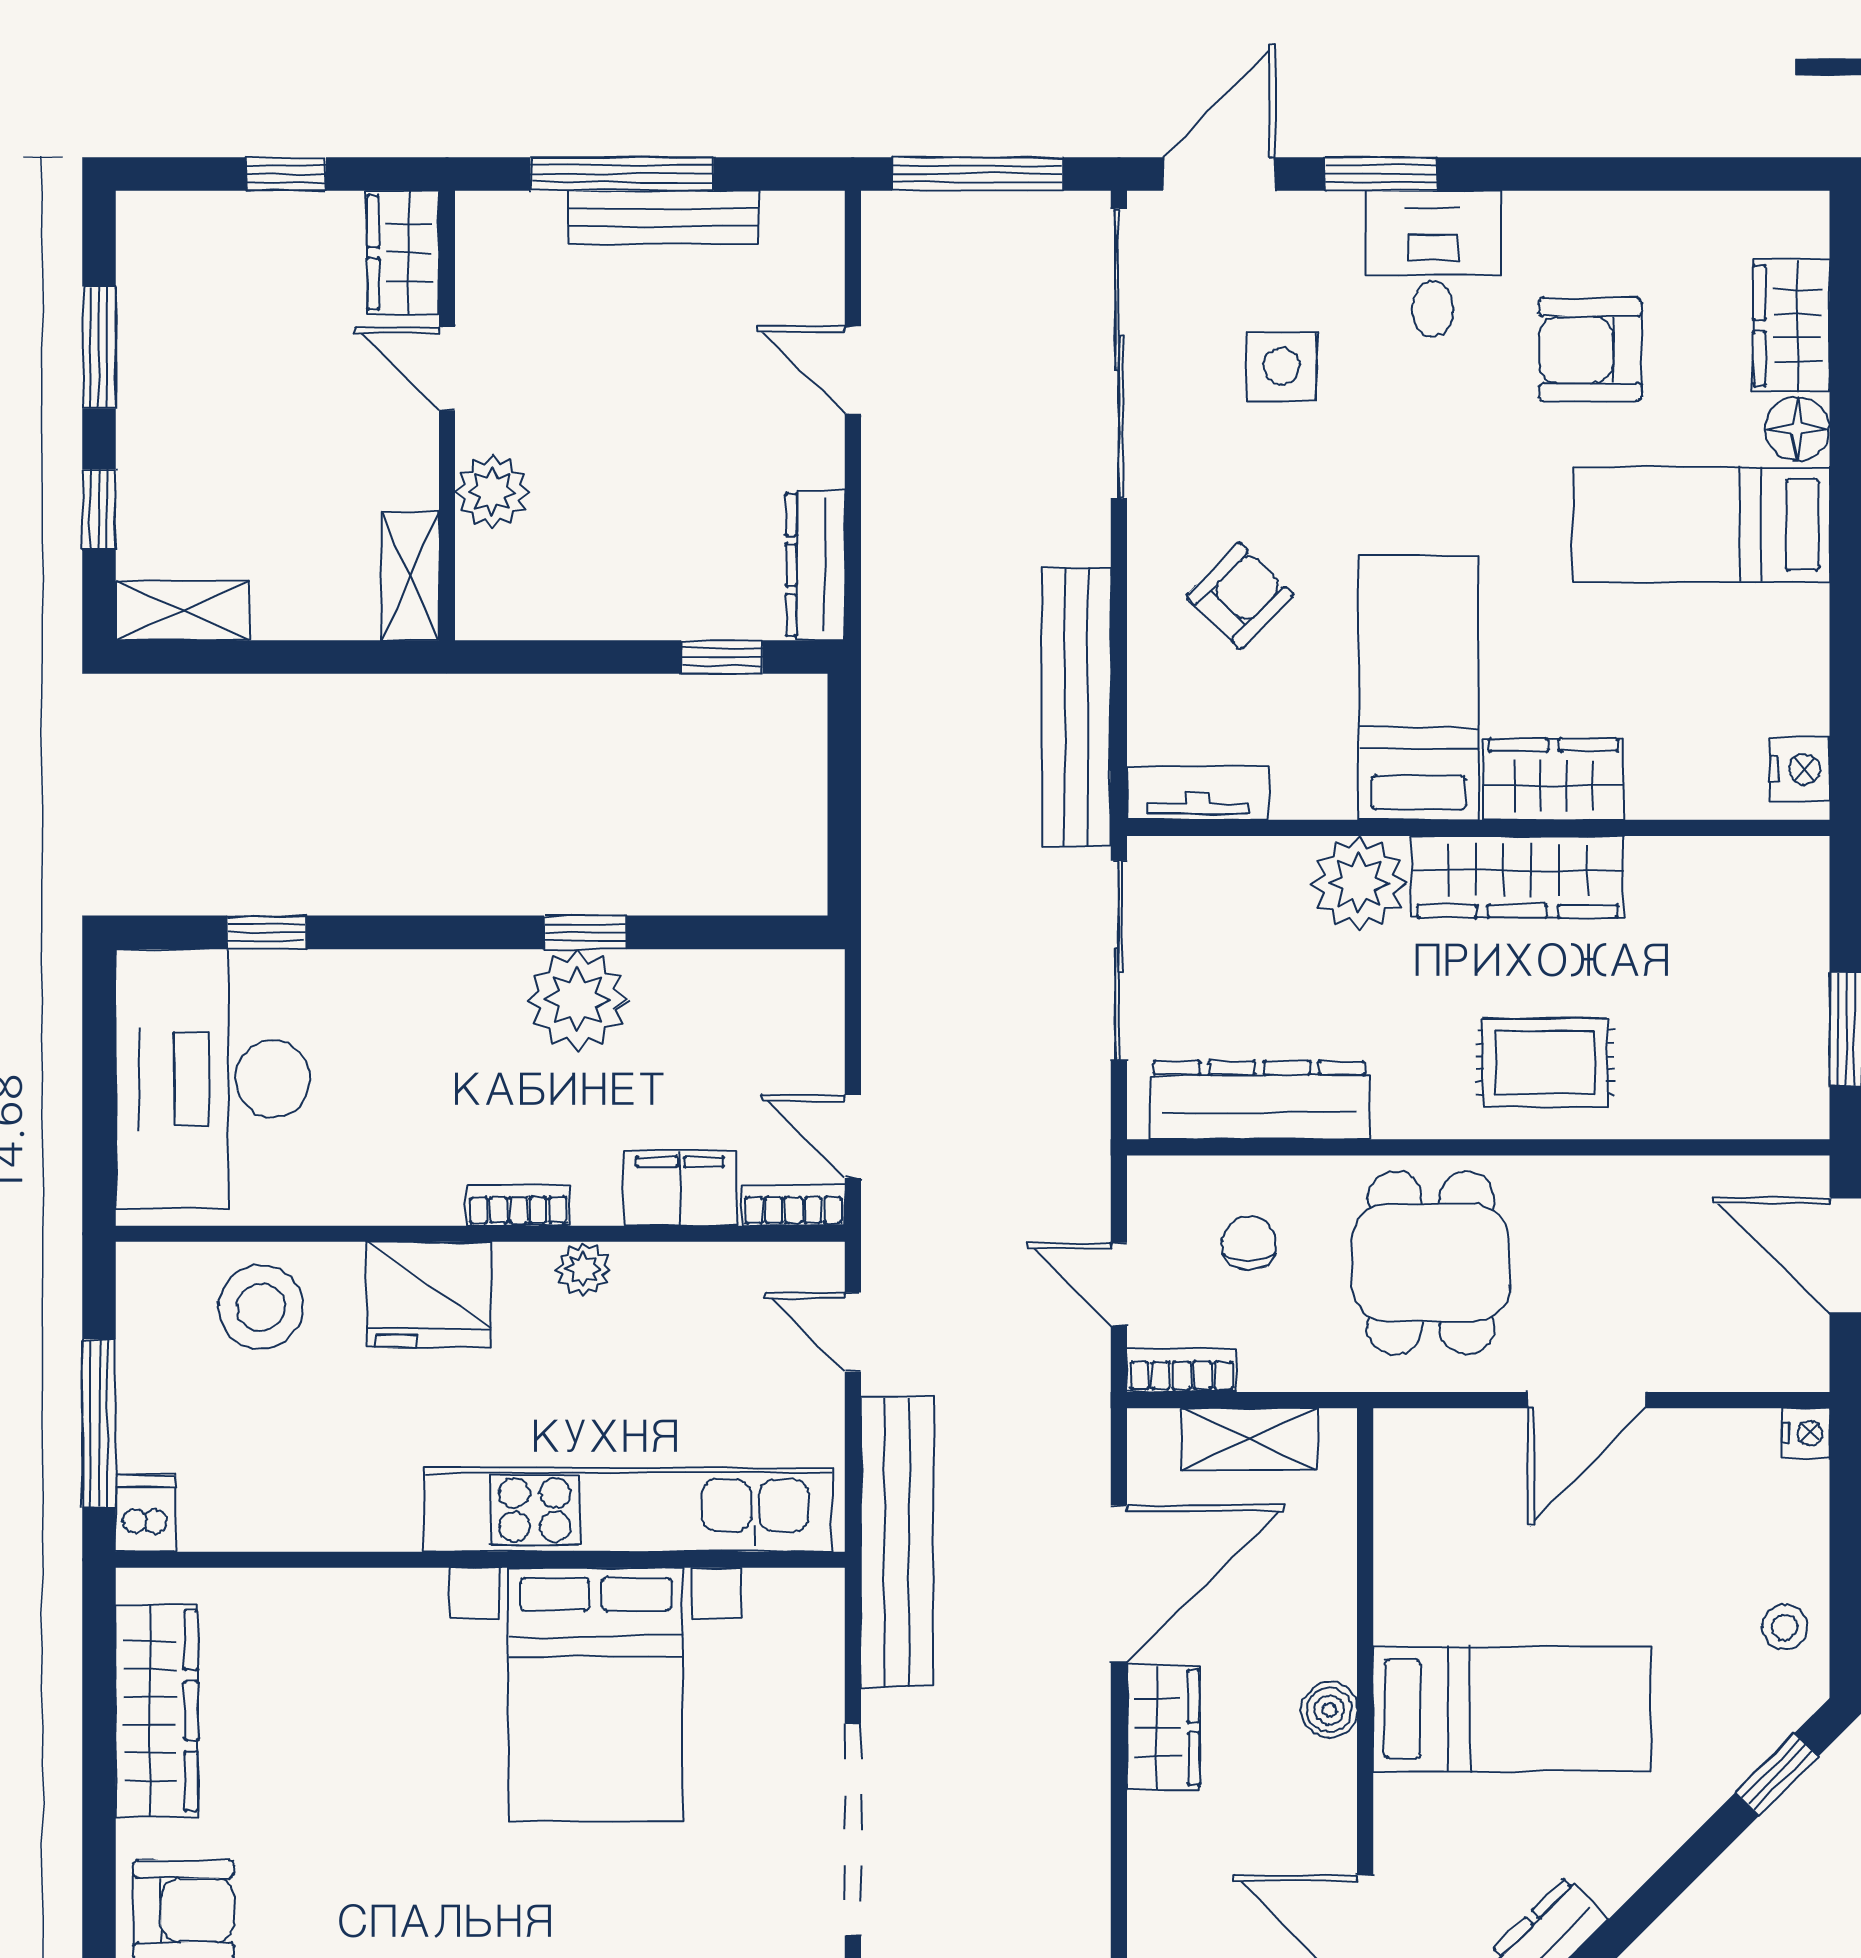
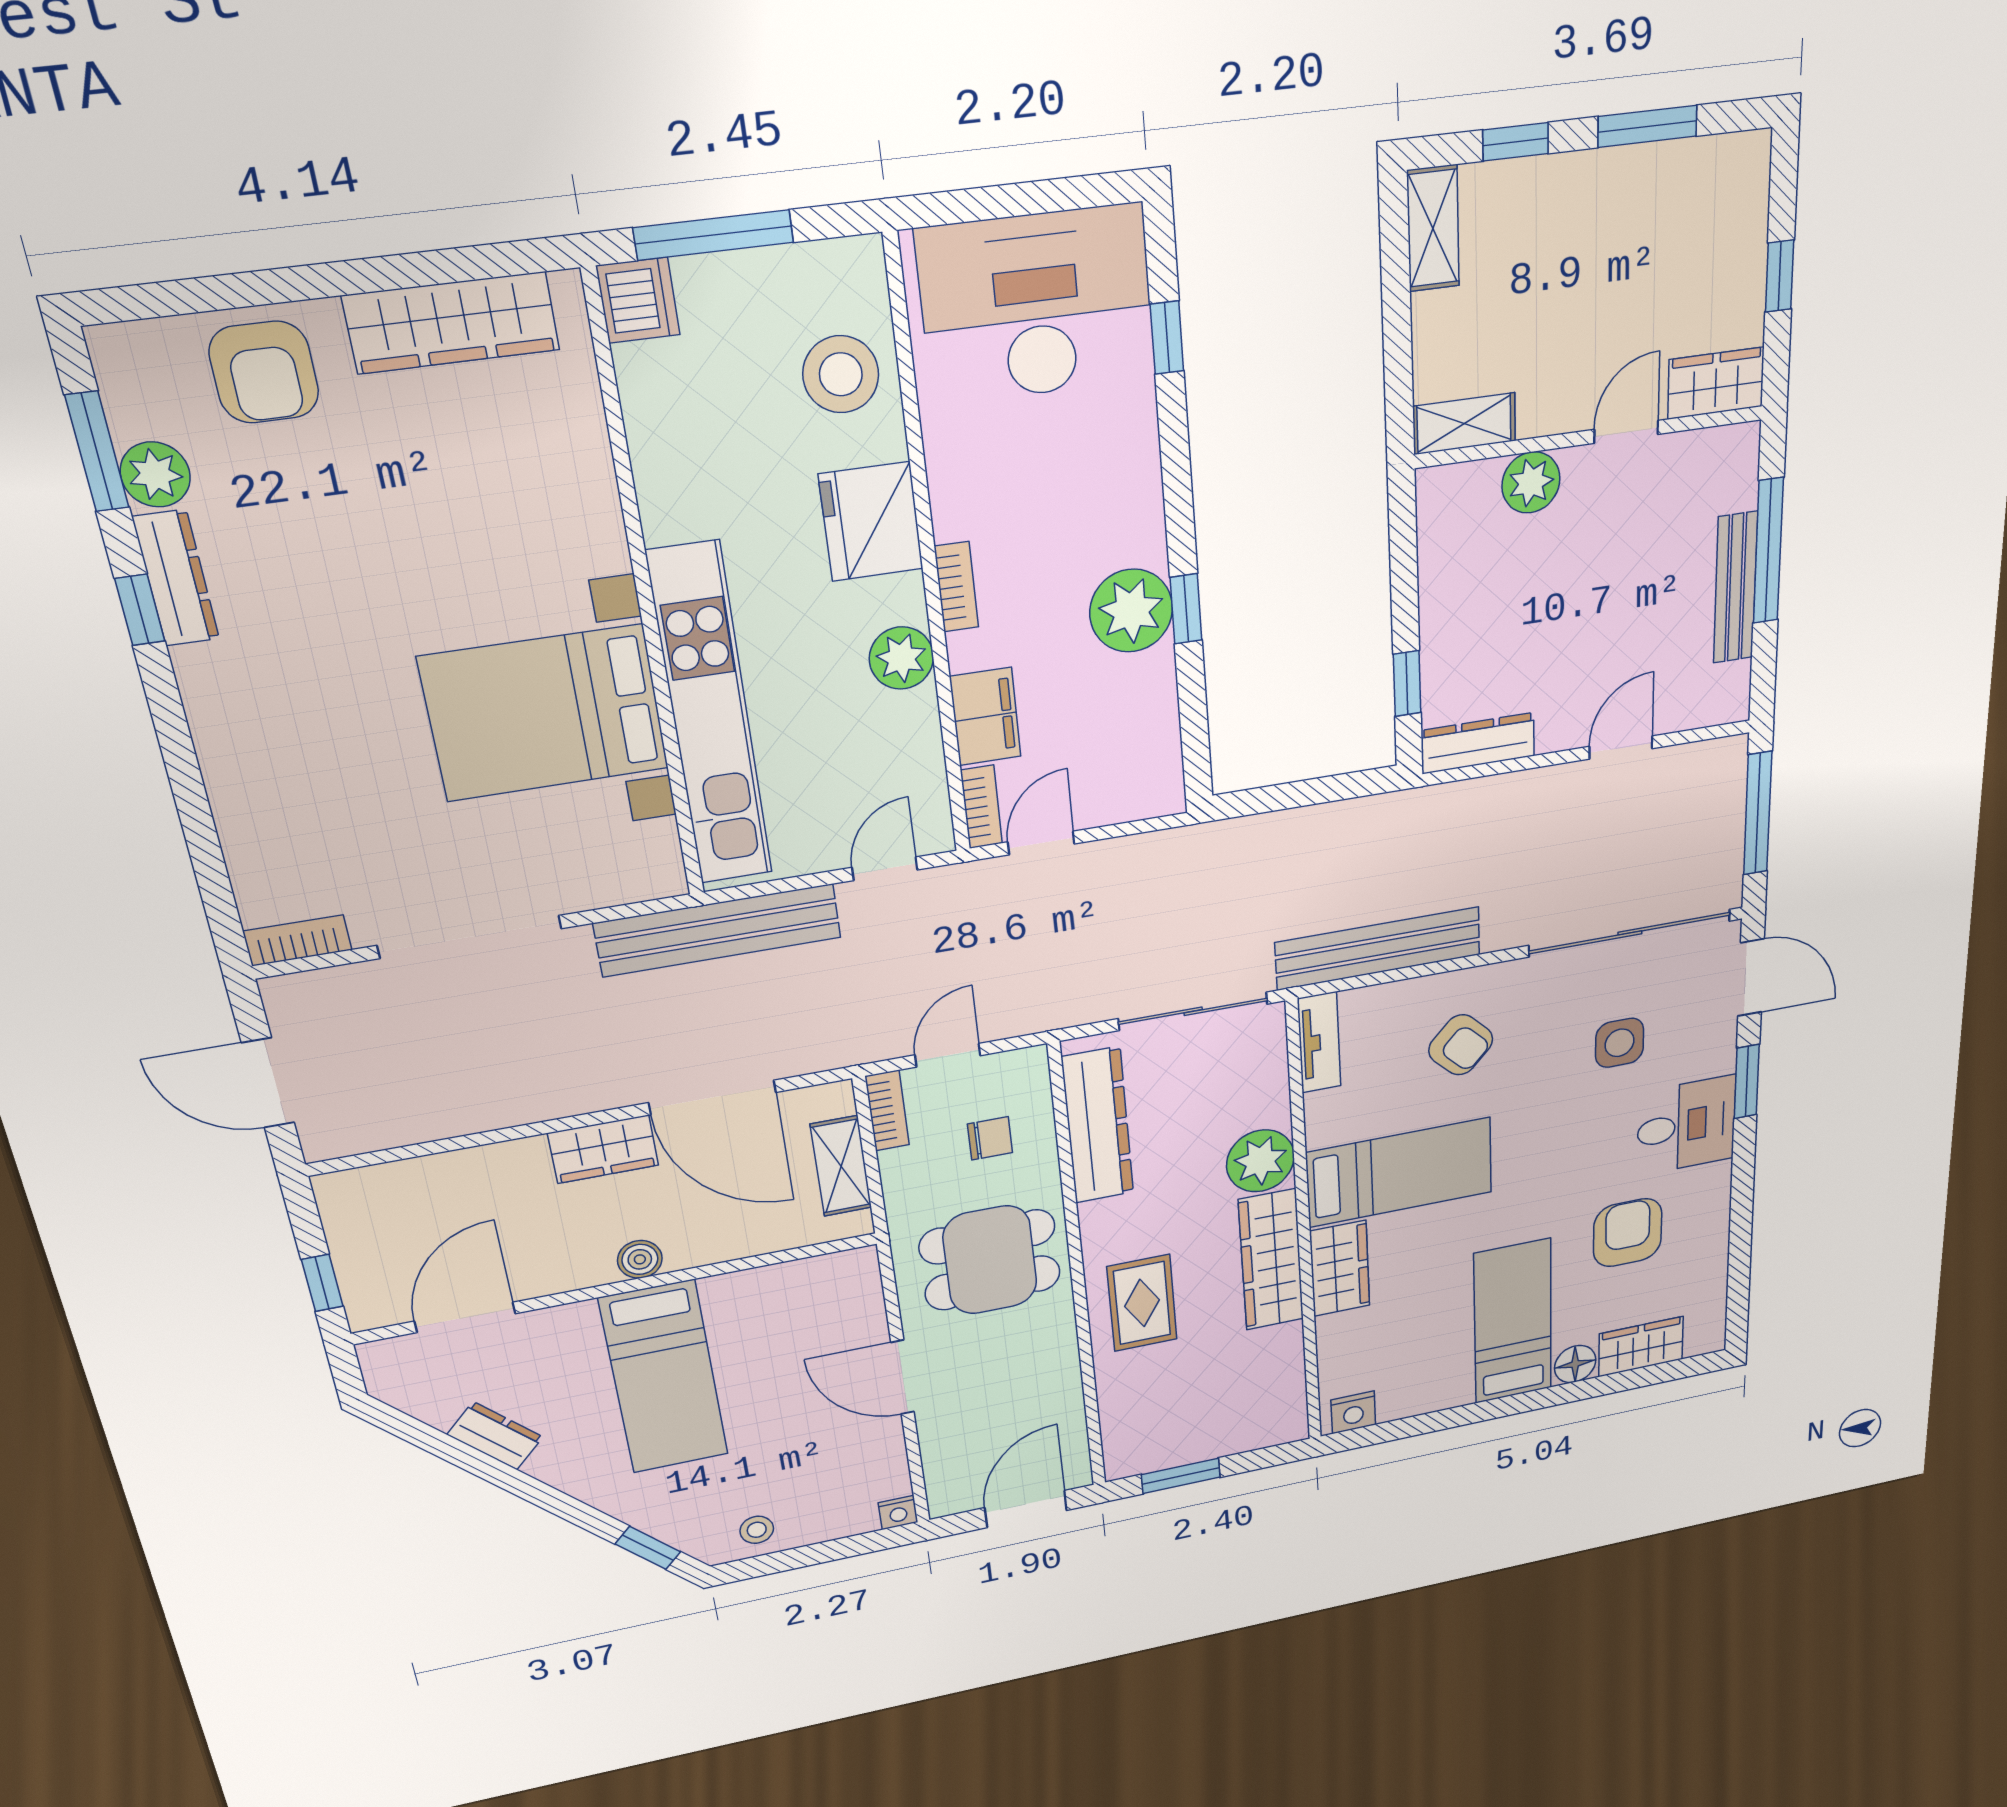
plant: (583, 1269) -> (901, 658), width x1.38, depth x1.38
dishwasher: (145, 1514) -> (638, 300), width x1.38

